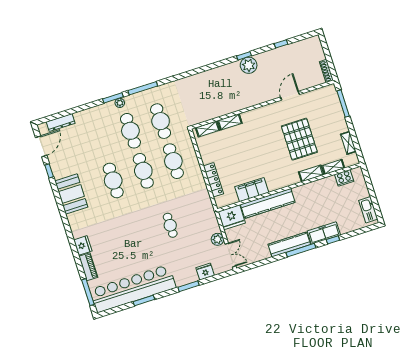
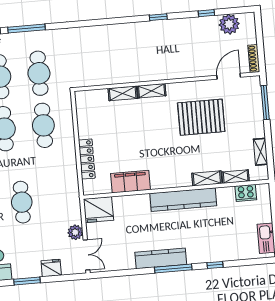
plant: (249, 65) -> (229, 24), moved
door: (290, 96) -> (229, 76), moved
shelving: (207, 129) -> (152, 91), moved
pallet: (299, 139) -> (201, 117), moved, turned 90
kitchen counter: (268, 203) -> (183, 200), moved
cafe table: (170, 225) -> (22, 202), width x1.37, depth x1.35
freezer: (324, 233) -> (206, 254), removed

